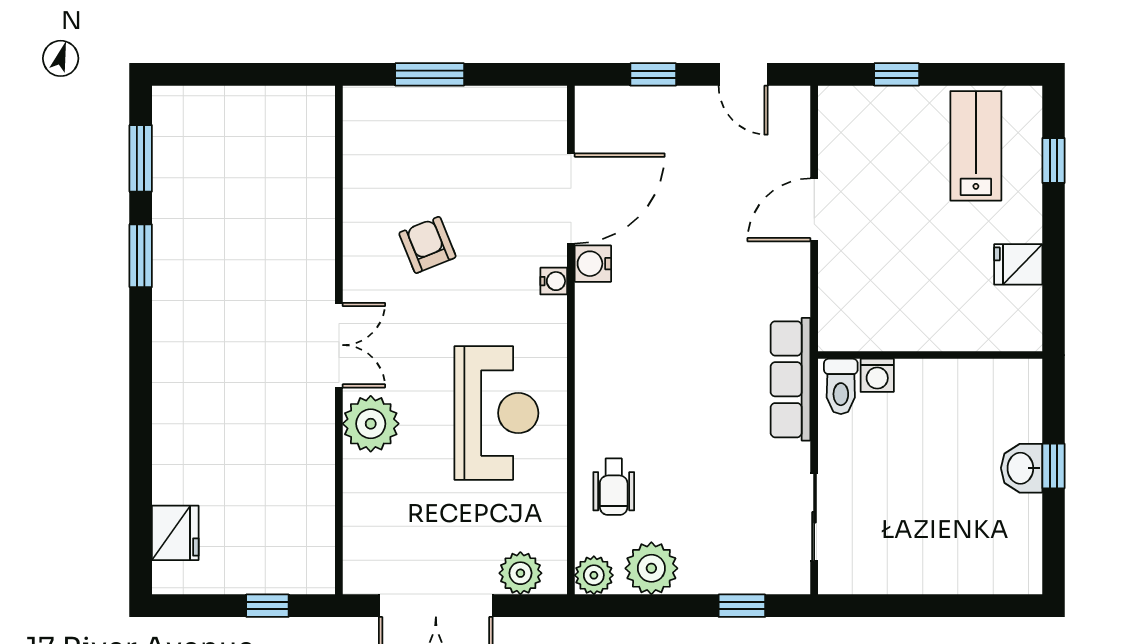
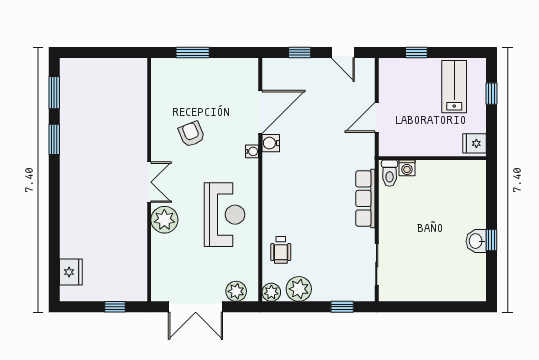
wall: (930, 355) -> (432, 158), moved
washing machine: (877, 375) -> (407, 168), moved
toilet: (841, 386) -> (390, 173), moved

